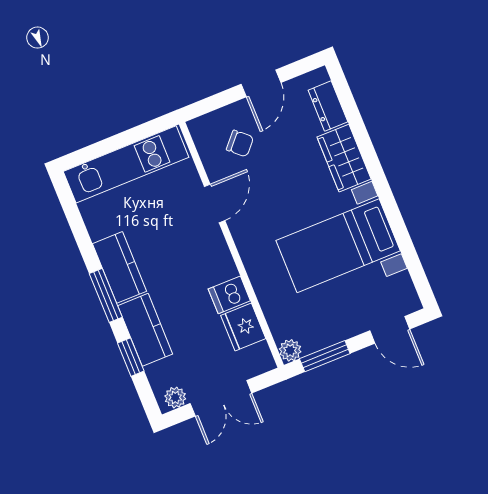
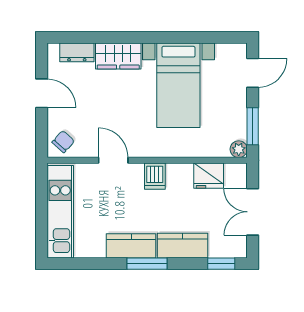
chair: (240, 143) -> (63, 142), moved
dishwasher: (229, 295) -> (155, 176), moved
window: (131, 357) -> (221, 264), moved
plant: (175, 397) -> (239, 244), removed
double door: (221, 398) -> (253, 212), swing flipped

